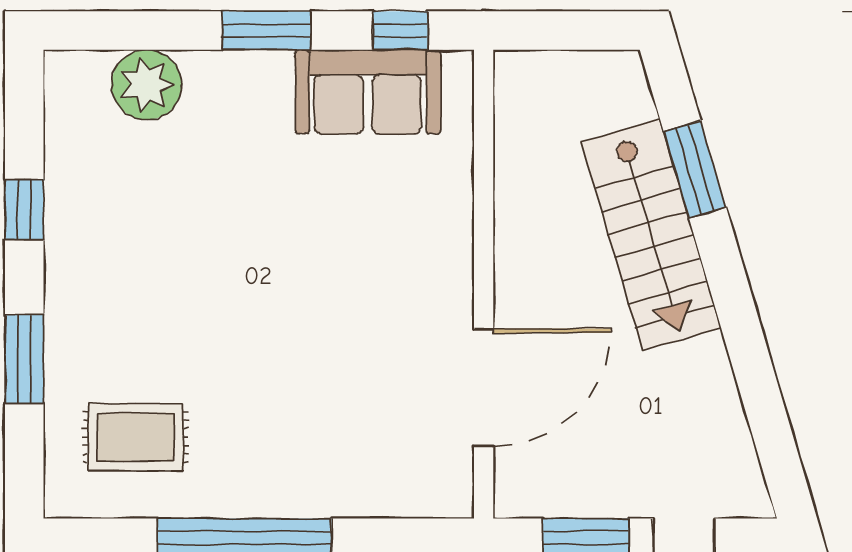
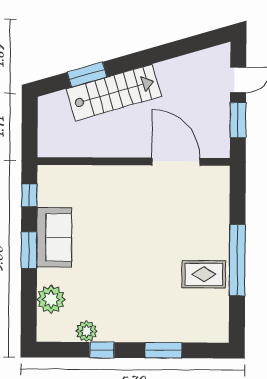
sofa: (368, 92) -> (54, 237), moved
plant: (70, 172) -> (87, 331), added
rug: (136, 437) -> (204, 274), moved, turned 90

